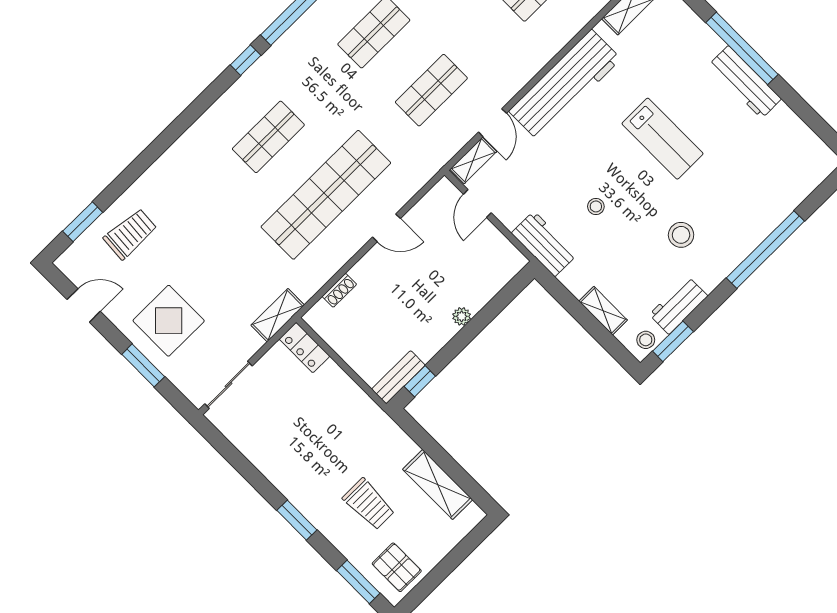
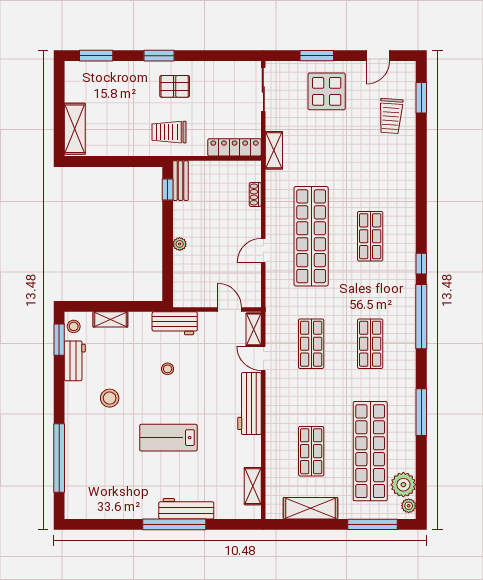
workbench: (745, 82) -> (186, 509), moved
workbench: (565, 85) -> (249, 404), width x0.73, depth x0.76
window: (765, 250) -> (59, 458), moved
locker: (304, 347) -> (235, 147), width x1.53
shelving: (438, 484) -> (75, 129), moved, turned 90
trolley: (369, 504) -> (169, 132), moved
pallet: (397, 567) -> (175, 86), moved

